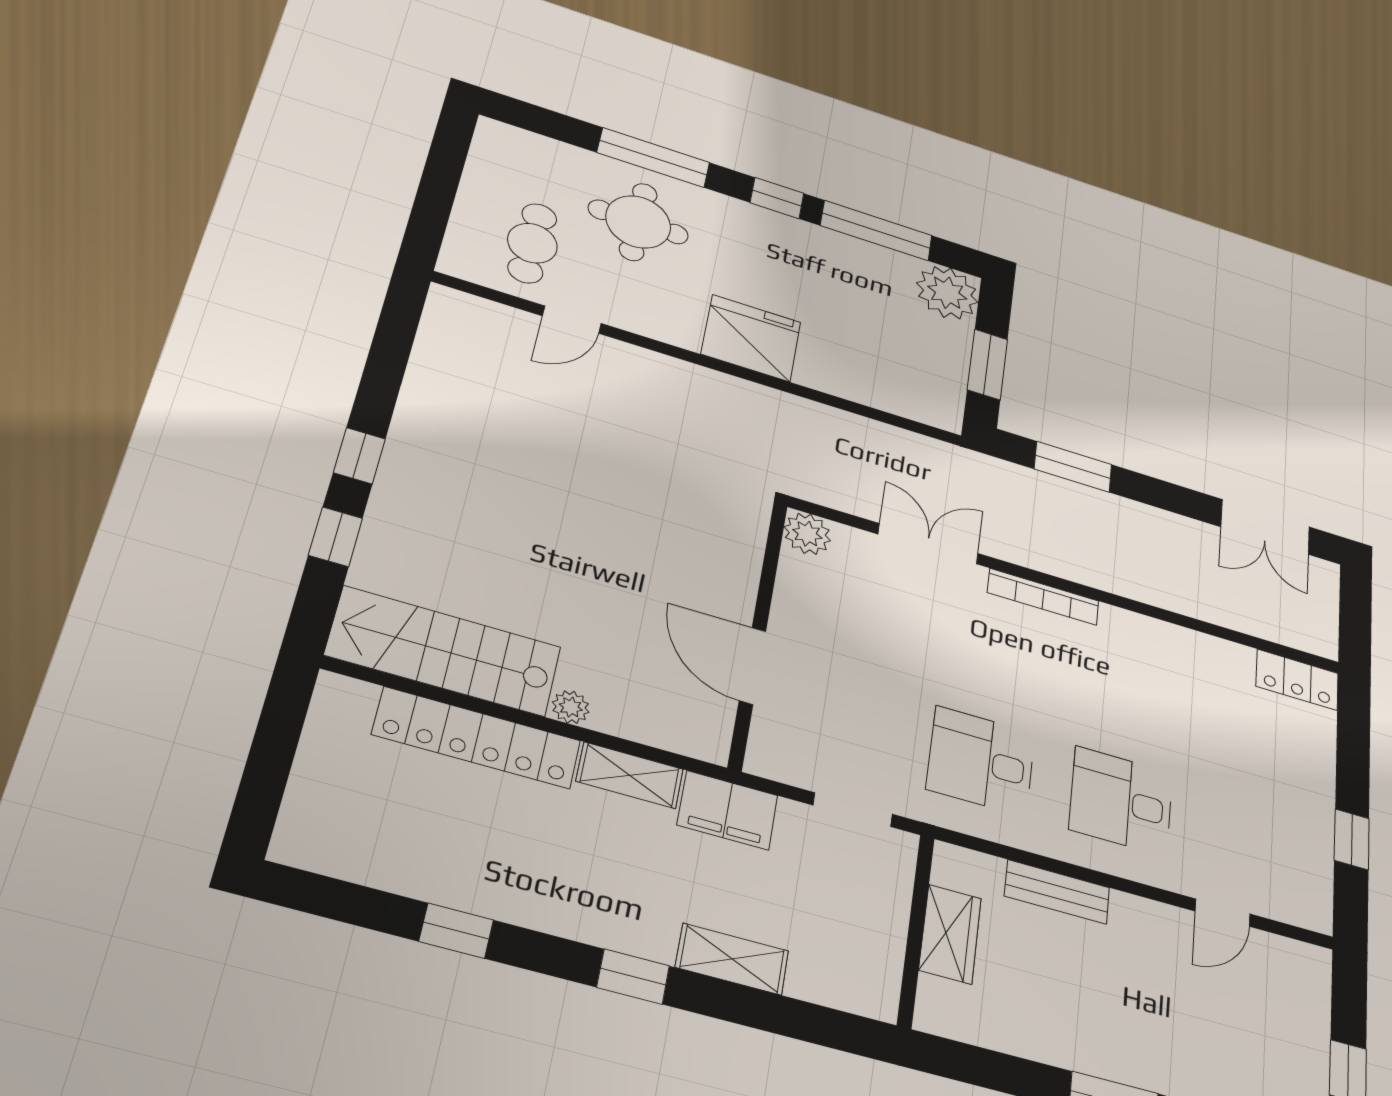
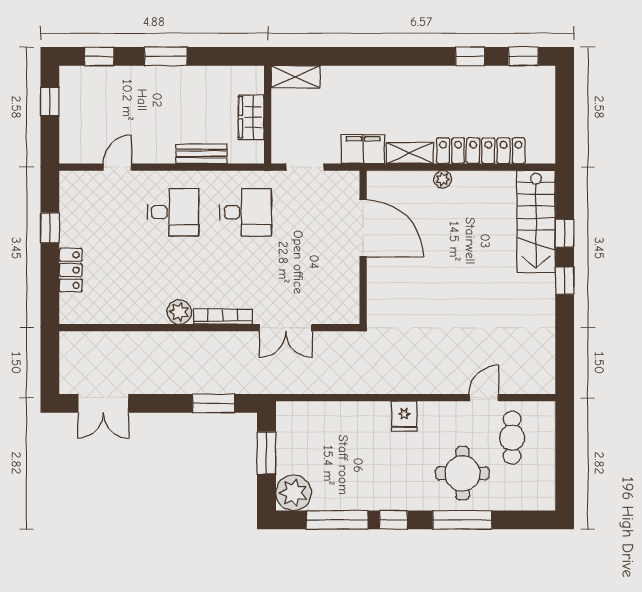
fridge: (751, 338) -> (404, 416), width x0.53, depth x0.75
double door: (1265, 527) -> (103, 403), swing flipped
plant: (807, 534) -> (179, 312), moved
stairs: (444, 651) -> (536, 221), moved, turned 90
door: (752, 666) -> (363, 228), width x1.36
locker: (1297, 680) -> (71, 270), moved, turned 90
shelving: (732, 959) -> (296, 77), moved
window: (633, 977) -> (523, 56), moved

